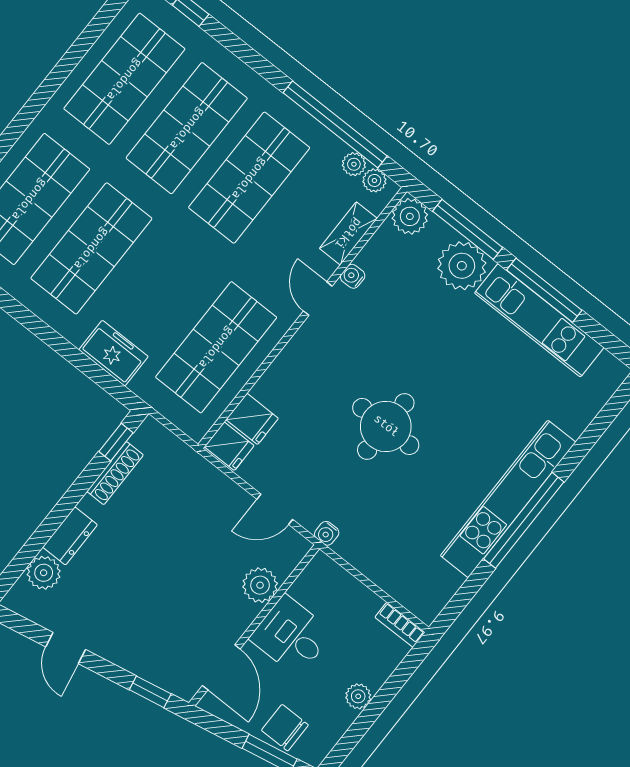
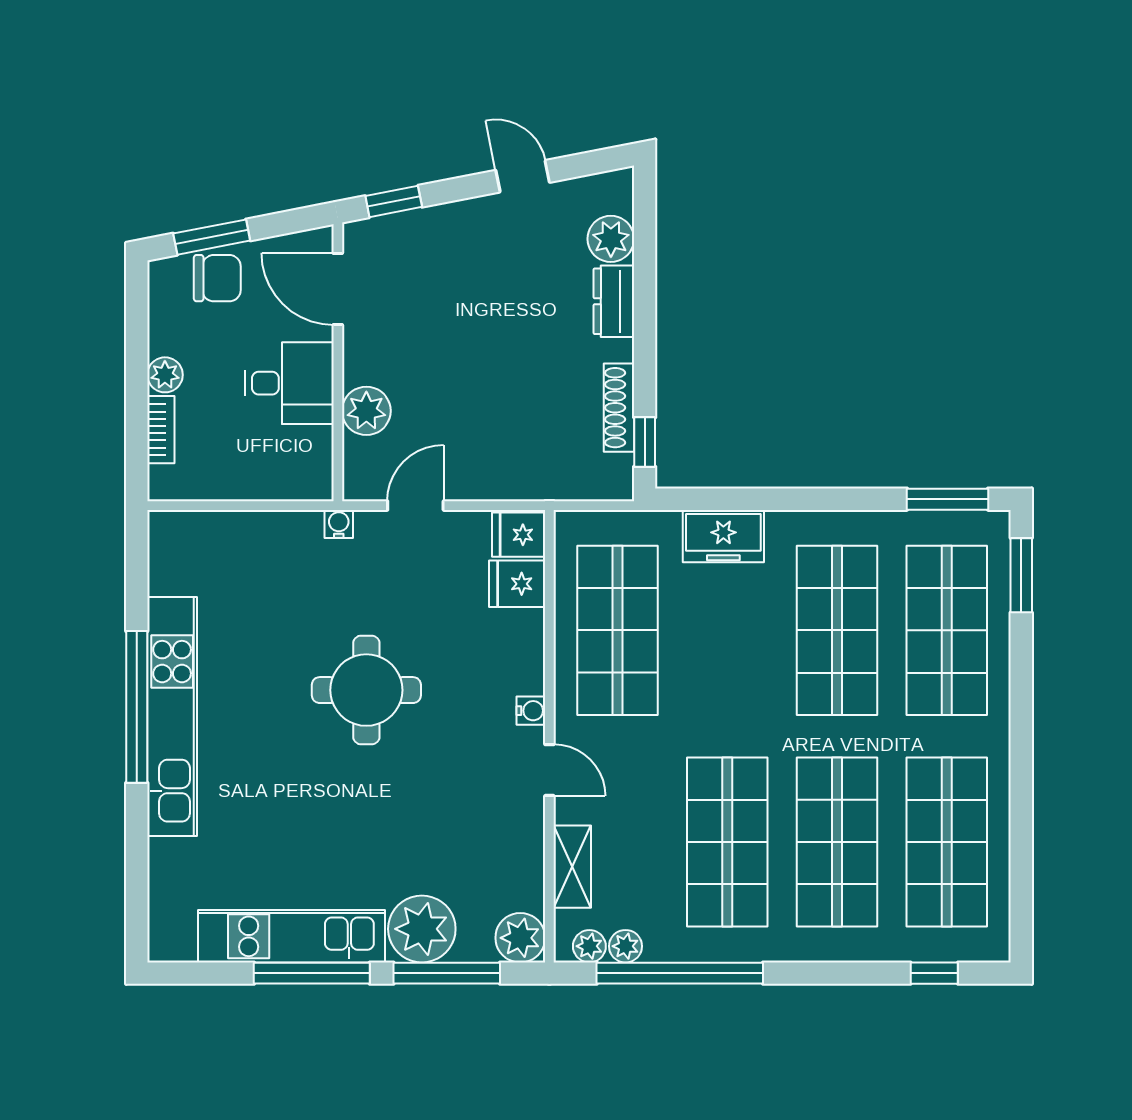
water cooler: (353, 276) -> (531, 711), moved
bookcase: (400, 625) -> (161, 430), moved, turned 90

